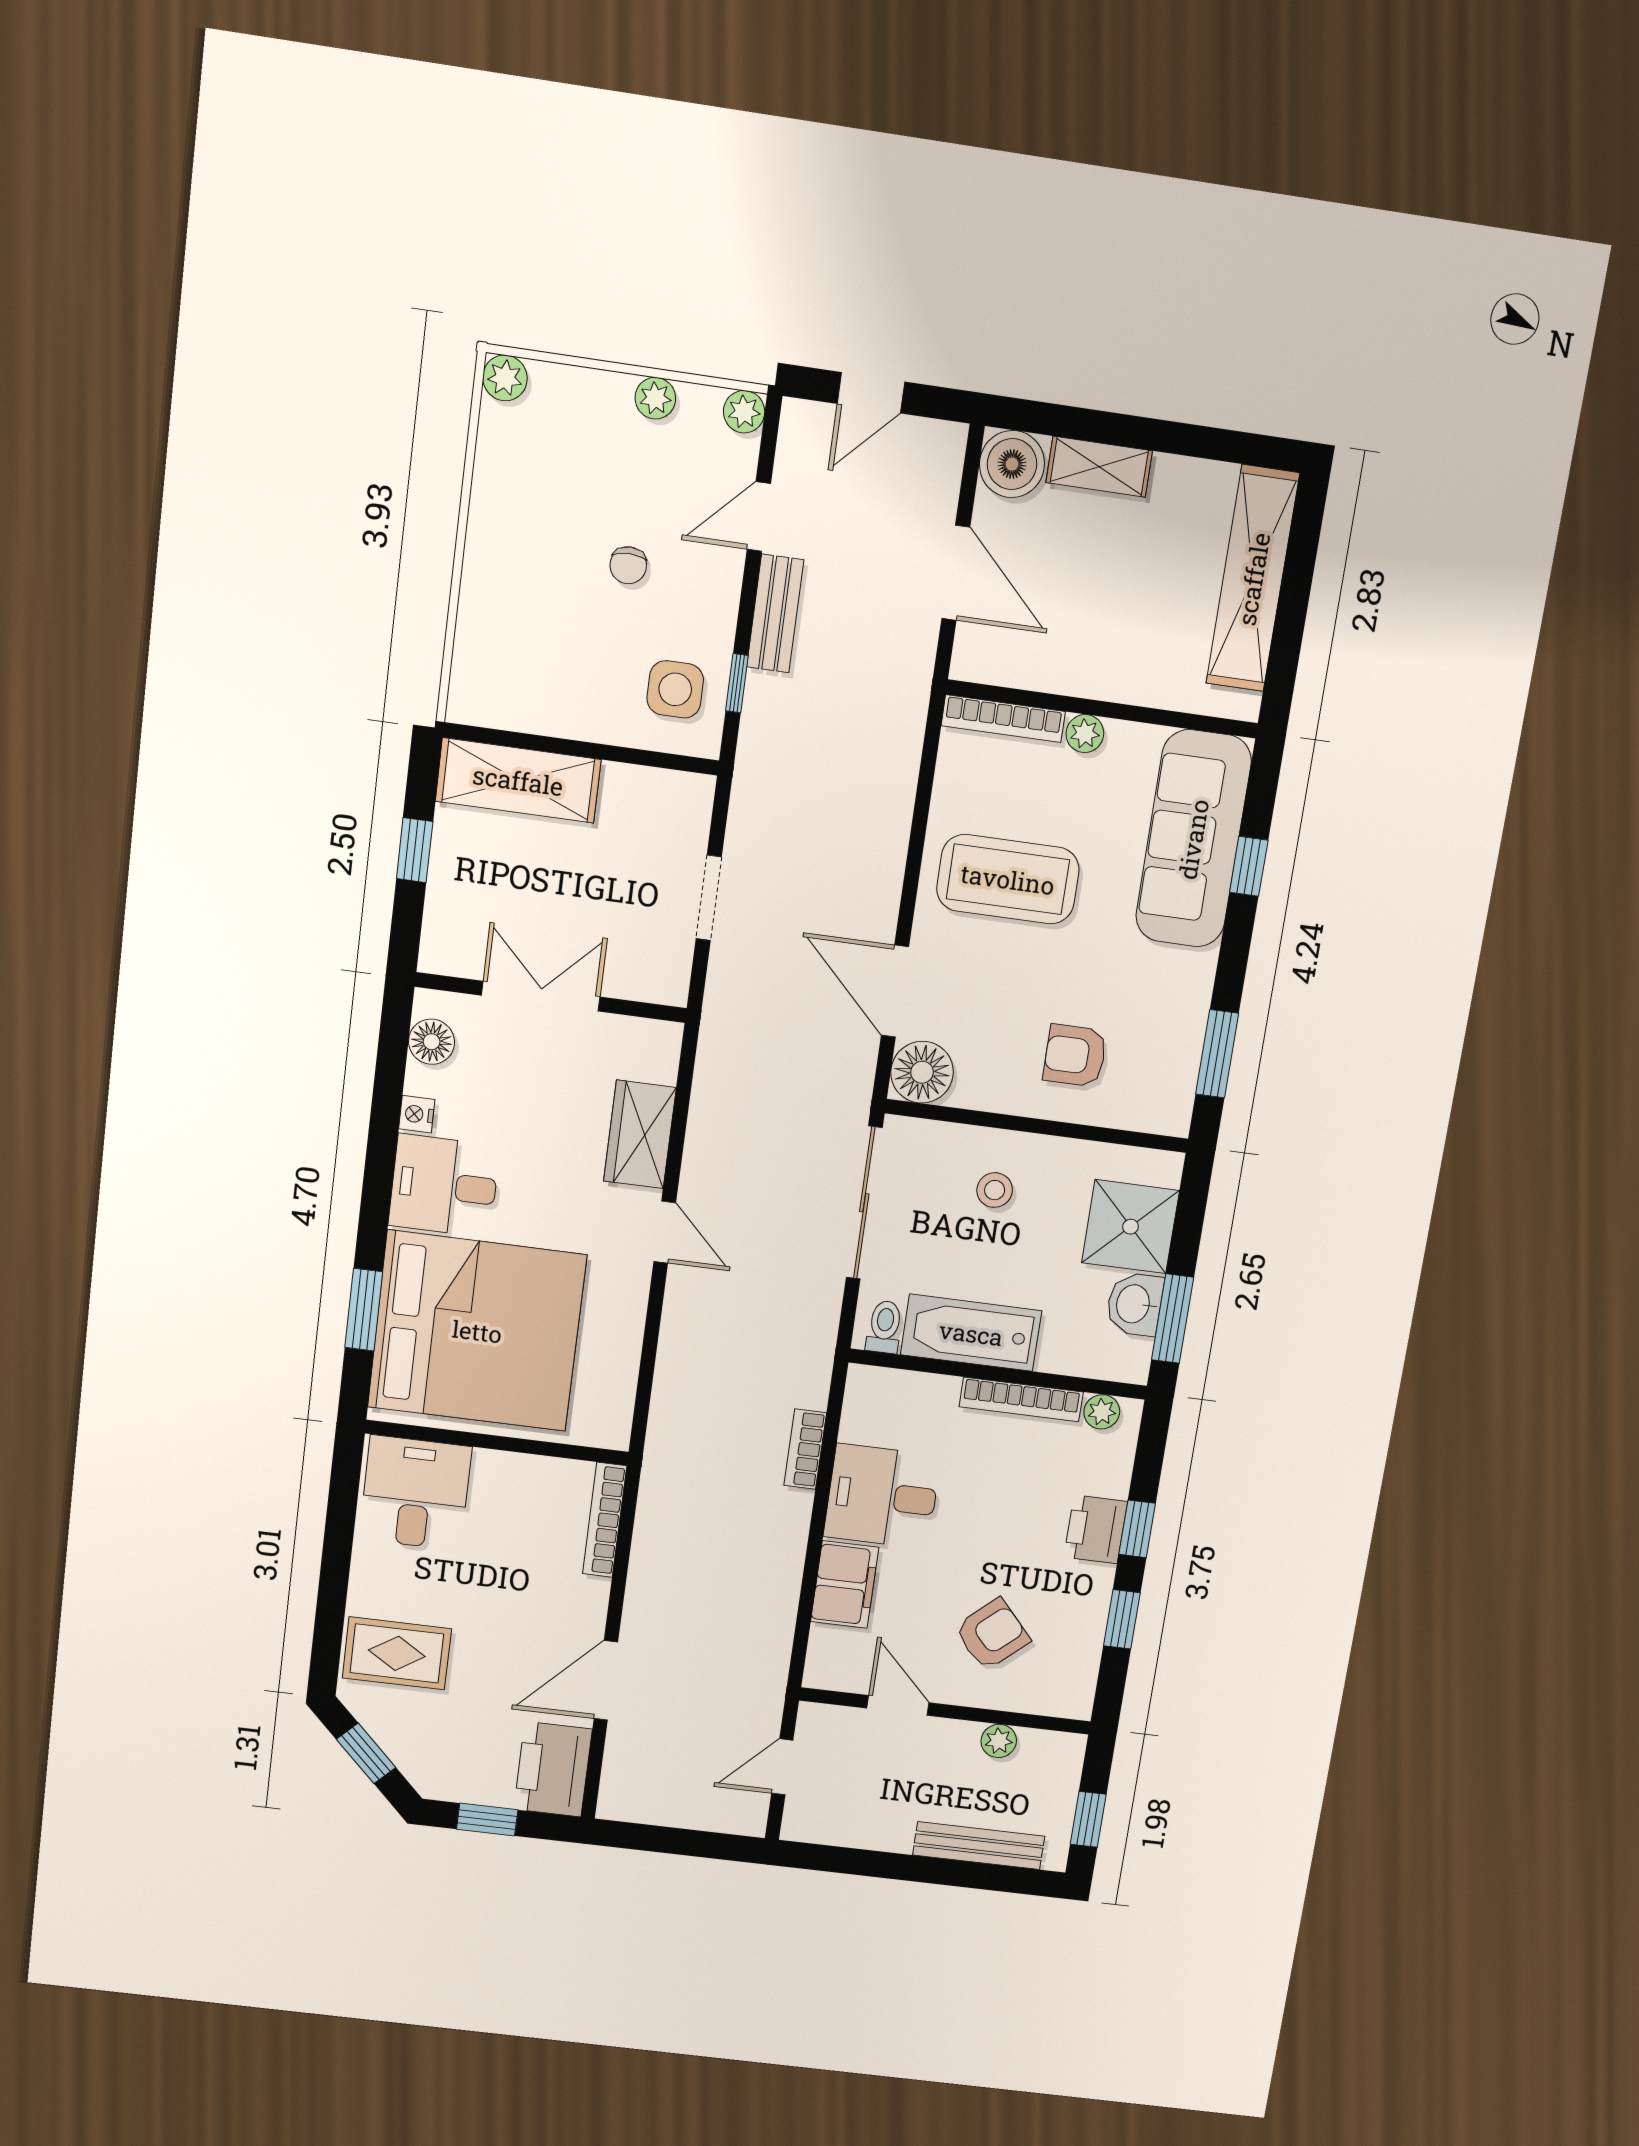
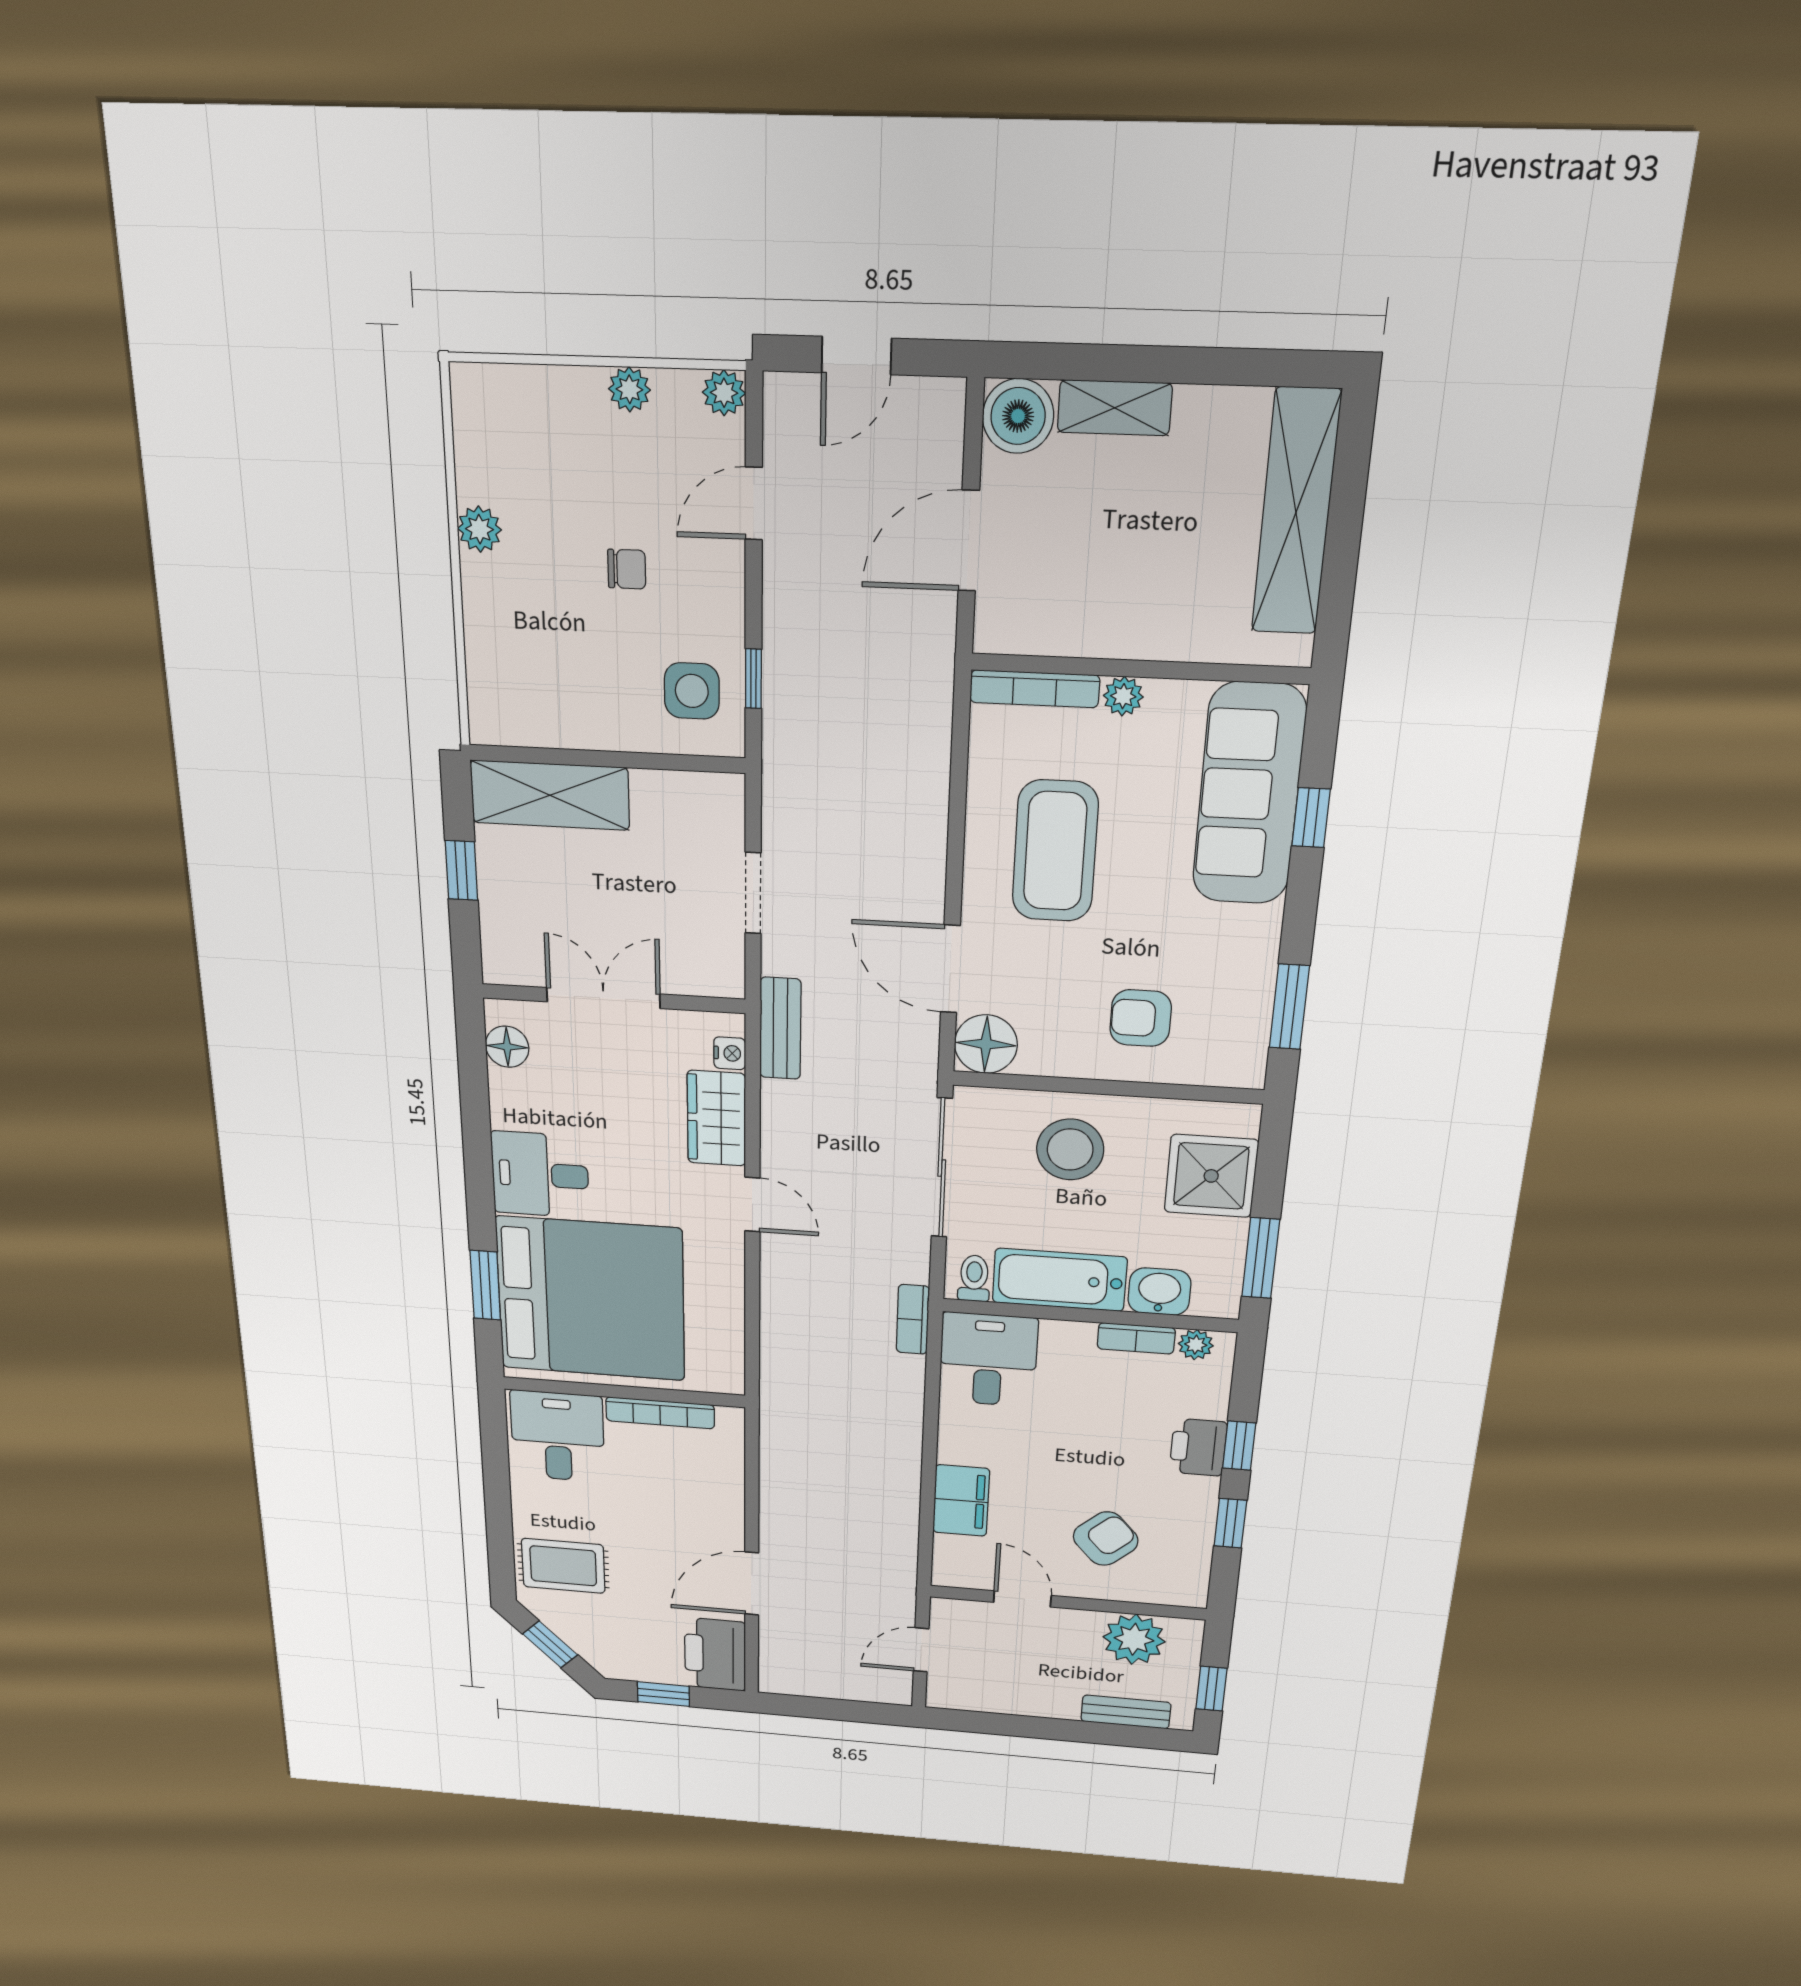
plant: (505, 378) -> (479, 529), moved
chair: (628, 565) -> (627, 569), turned -90
door: (956, 573) -> (969, 541), swing flipped
bench: (775, 613) -> (780, 1028), moved
coffee table: (1008, 879) -> (1055, 851), turned 90
nightstand: (417, 1114) -> (730, 1053), moved, turned 180
stool: (995, 1190) -> (1070, 1149), width x1.89, depth x1.89
washbasin: (1134, 1304) -> (1159, 1292), moved, turned 90
bookcase: (1021, 1399) -> (1136, 1338), width x0.64
bookcase: (805, 1449) -> (913, 1319), moved
desk: (882, 1496) -> (988, 1360), moved, turned 90
bookcase: (605, 1520) -> (660, 1413), moved, turned -90
plant: (999, 1741) -> (1134, 1639), width x1.87, depth x1.87
bench: (979, 1846) -> (1126, 1712), width x0.73

